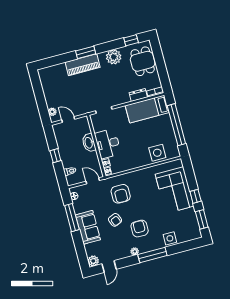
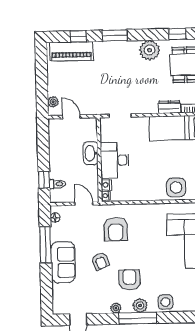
window: (59, 59) -> (78, 36), added
piano: (83, 65) -> (71, 51), moved
window: (55, 156) -> (44, 180), moved
plant: (93, 261) -> (140, 305), moved

